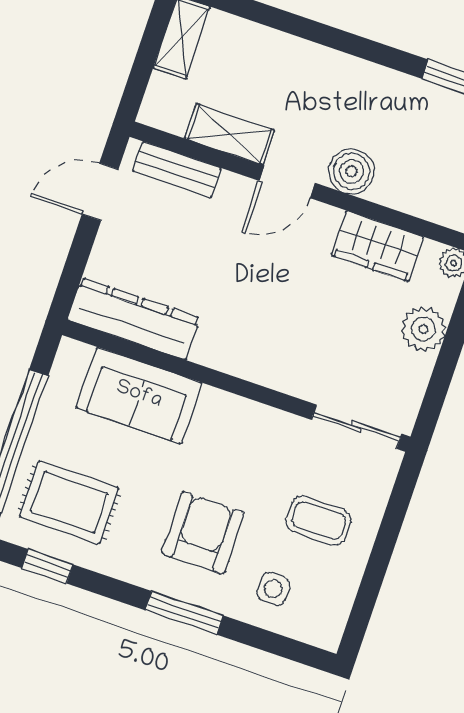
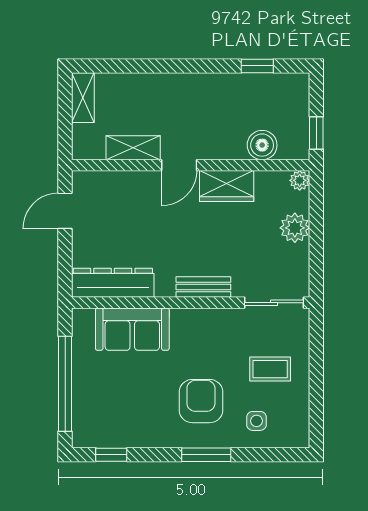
bench: (177, 170) -> (203, 287), moved
boiler: (351, 171) -> (262, 145), moved
wardrobe: (377, 246) -> (227, 186), moved
rug: (69, 502) -> (111, 410), removed

